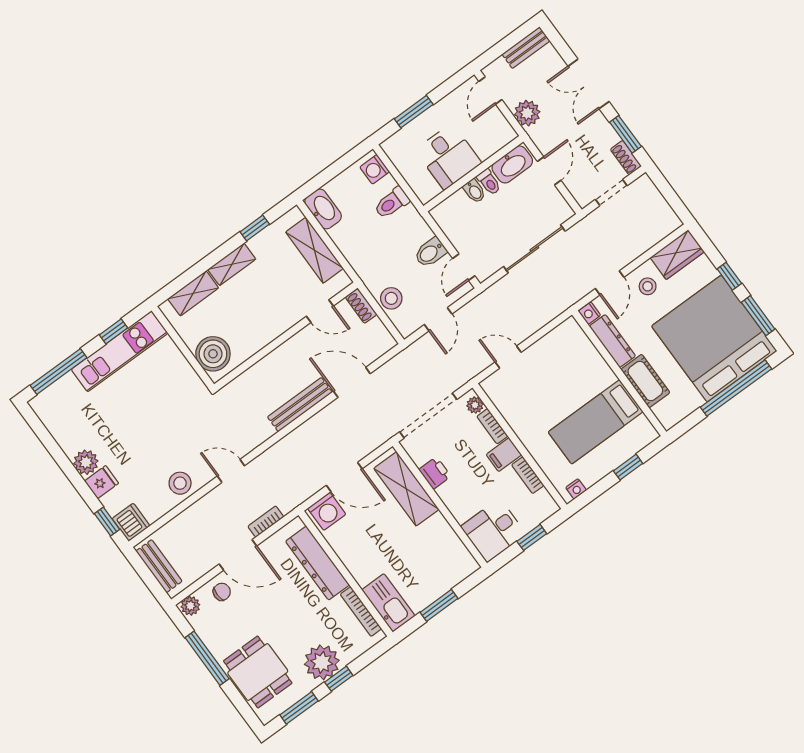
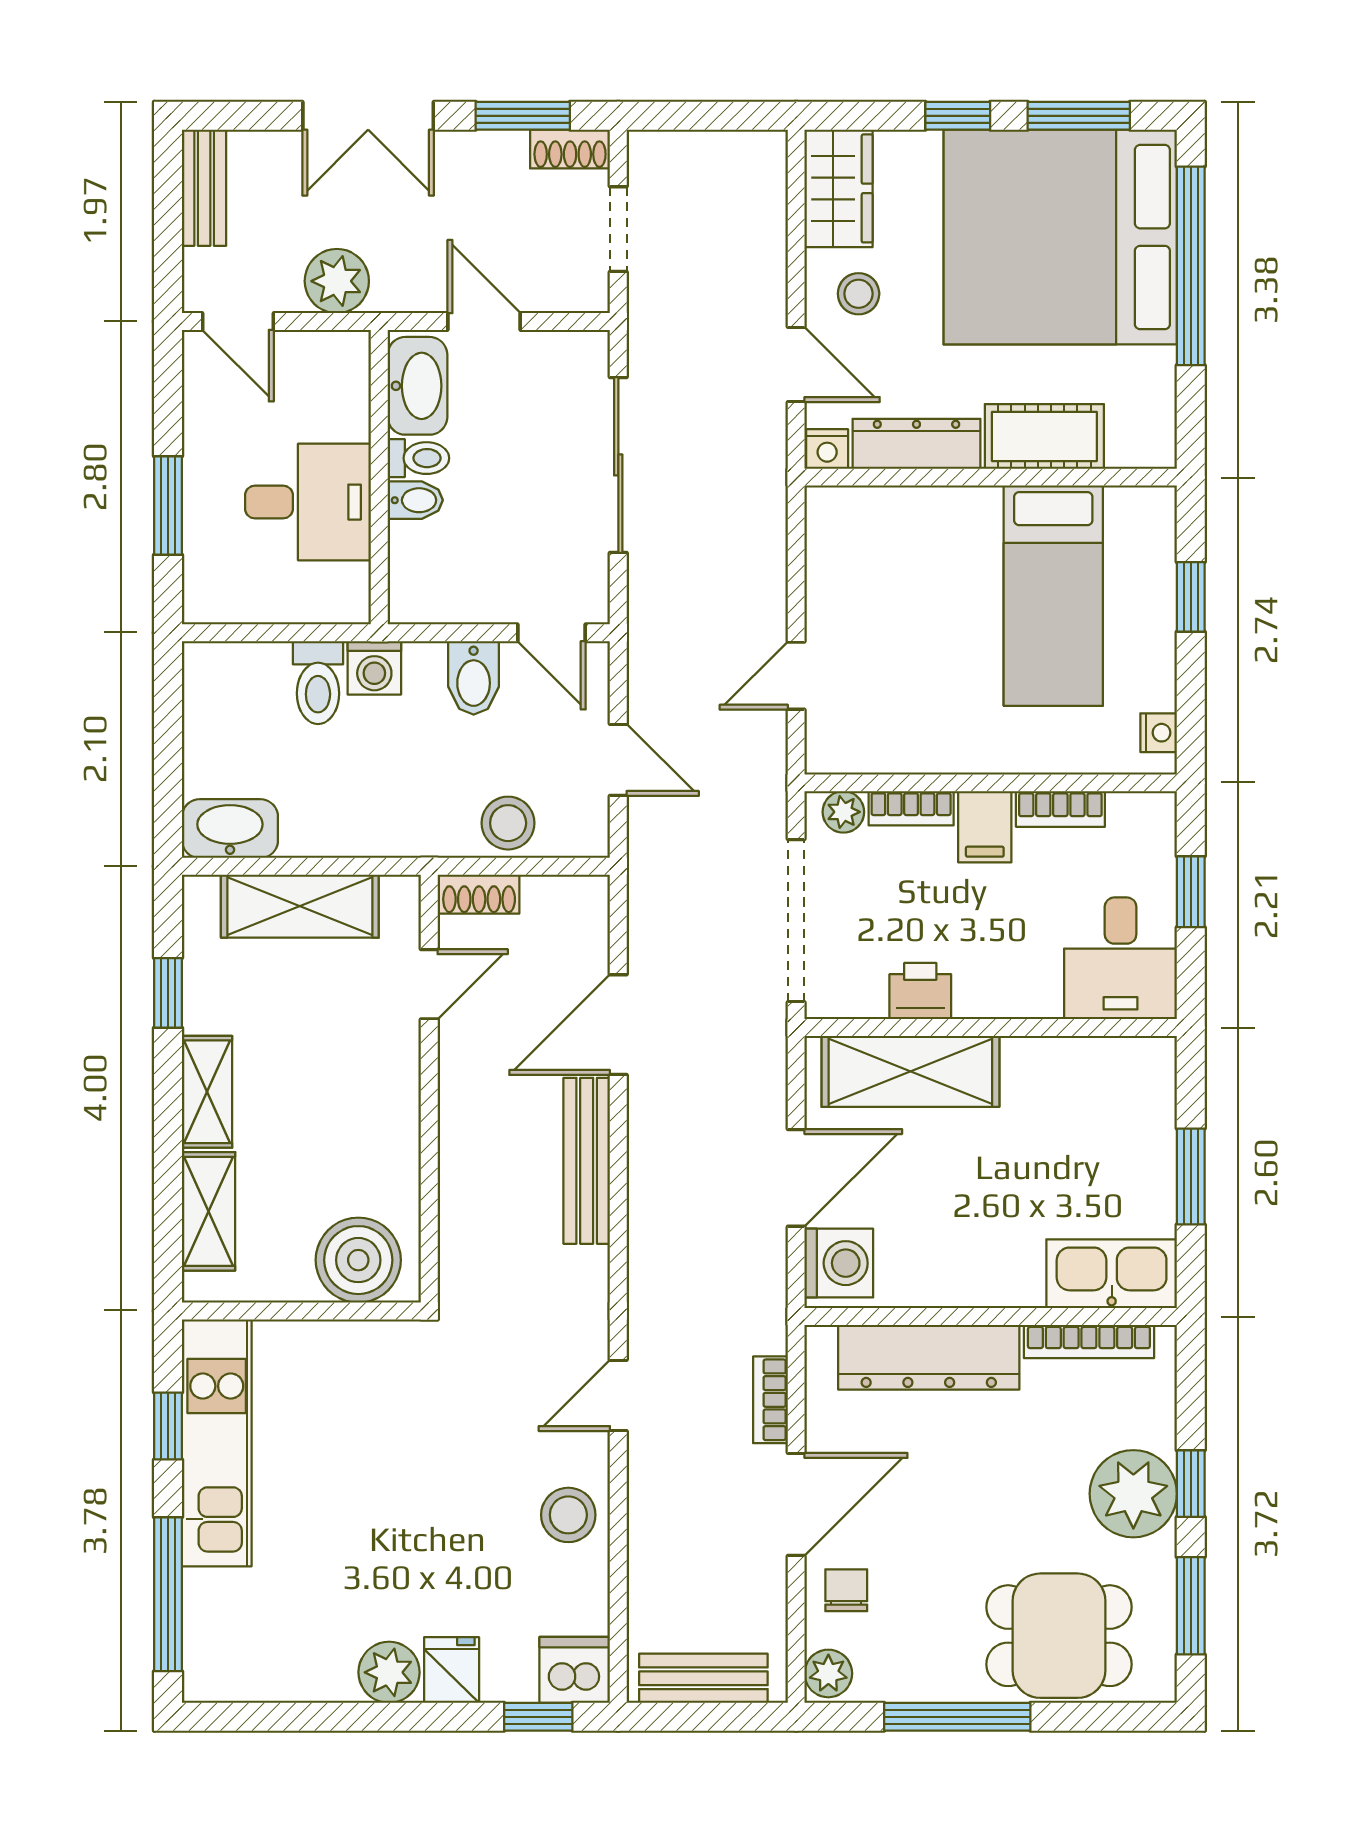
washing machine: (375, 169) -> (374, 668), moved

